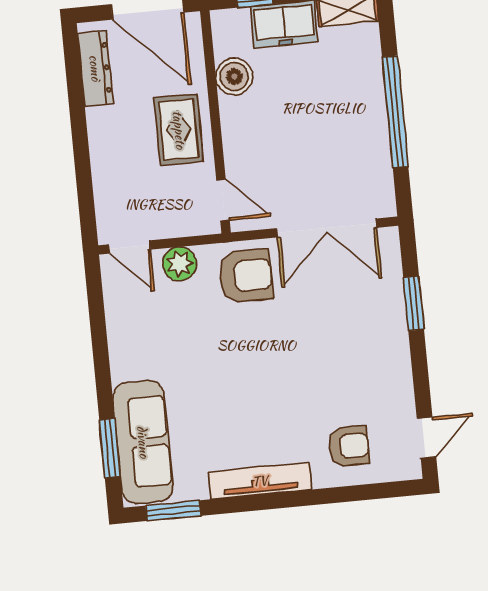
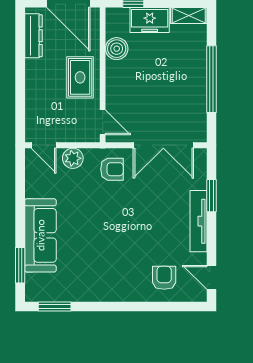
armchair: (246, 276) -> (112, 169), width x0.72, depth x0.72
door: (427, 438) -> (211, 277), swing flipped
sofa: (143, 442) -> (40, 235), moved
armchair: (349, 446) -> (164, 278), turned -90
tv unit: (260, 481) -> (198, 221), moved, turned -90

